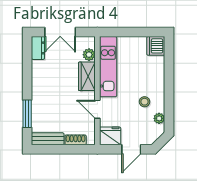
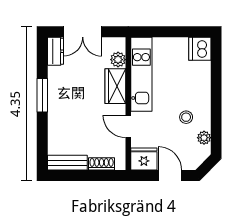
window: (27, 114) -> (42, 95), moved
door: (131, 149) -> (170, 176), swing flipped

